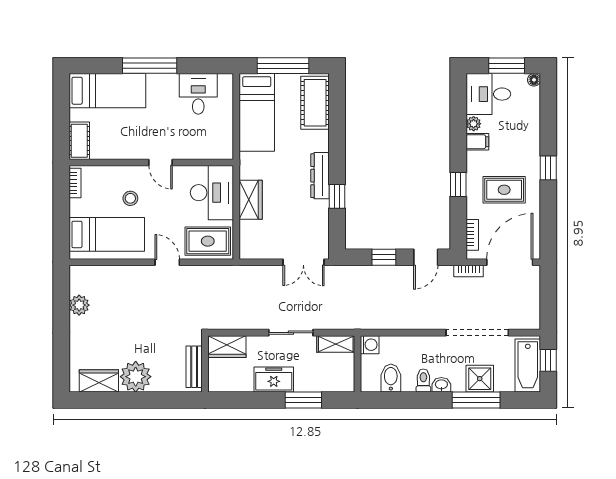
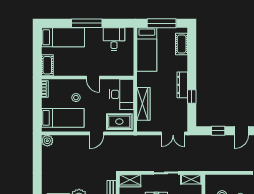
cot: (315, 103) -> (182, 44), width x0.73, depth x0.75
wardrobe: (251, 200) -> (143, 104), width x1.50
door: (167, 262) -> (97, 133), swing flipped
plant: (79, 305) -> (47, 141), moved
washing machine: (370, 345) -> (210, 180), removed

